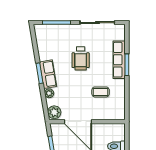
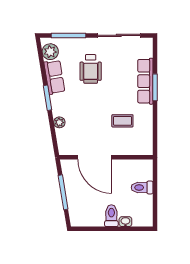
wheelchair: (81, 58) -> (91, 69), moved
row of seats: (48, 74) -> (54, 77), moved
plant: (54, 112) -> (50, 52), moved

